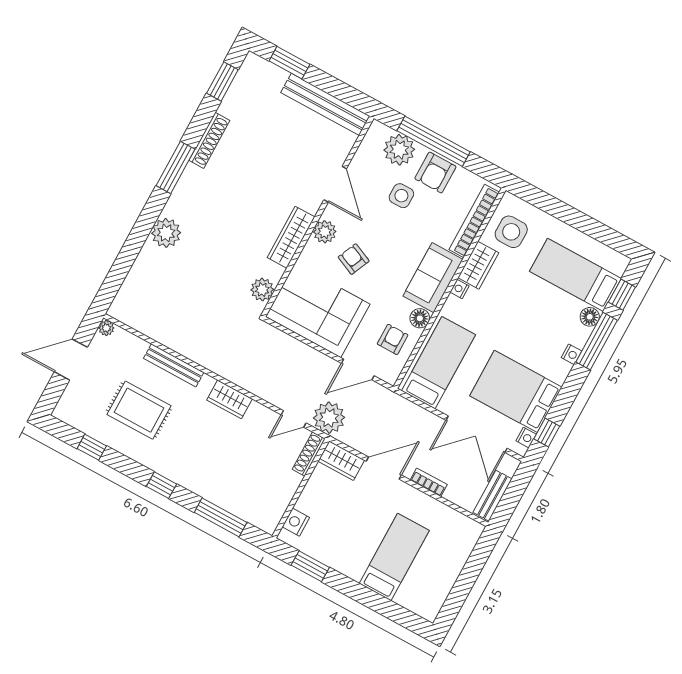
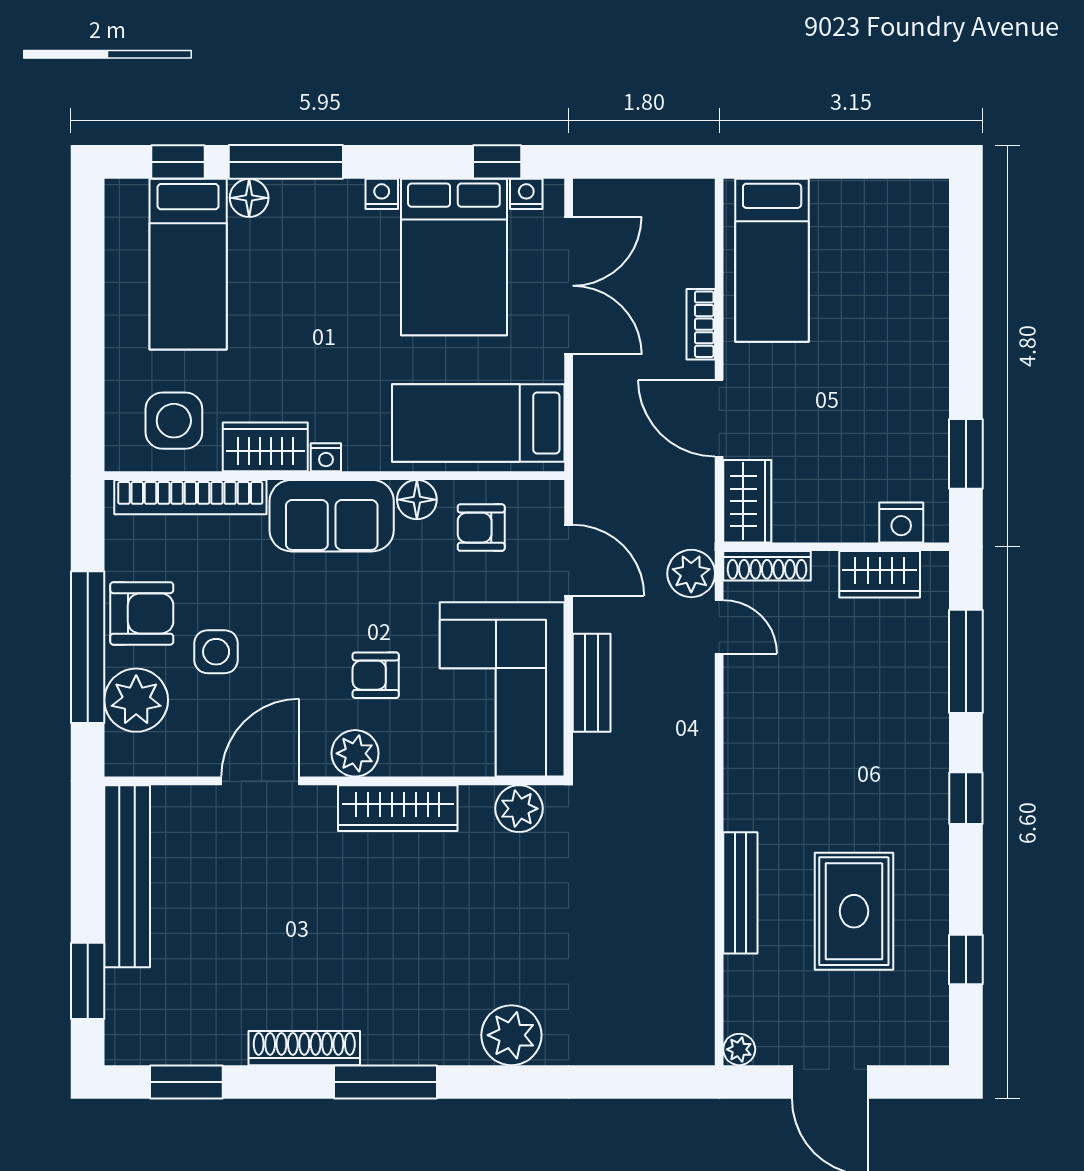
armchair: (354, 259) -> (376, 675), turned 66
nightstand: (572, 354) -> (382, 194), moved
wardrobe: (230, 399) -> (880, 574), moved, turned 90
plant: (329, 418) -> (691, 573), width x0.73, depth x0.73
bench: (492, 496) -> (592, 683), moved, turned 90
bed: (394, 557) -> (772, 260), moved, turned -90

